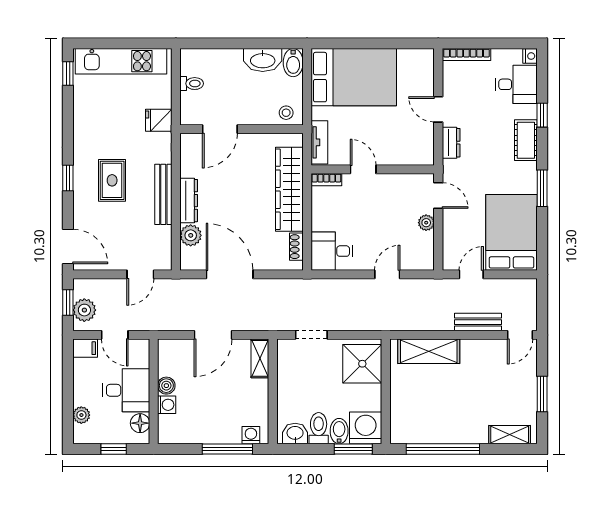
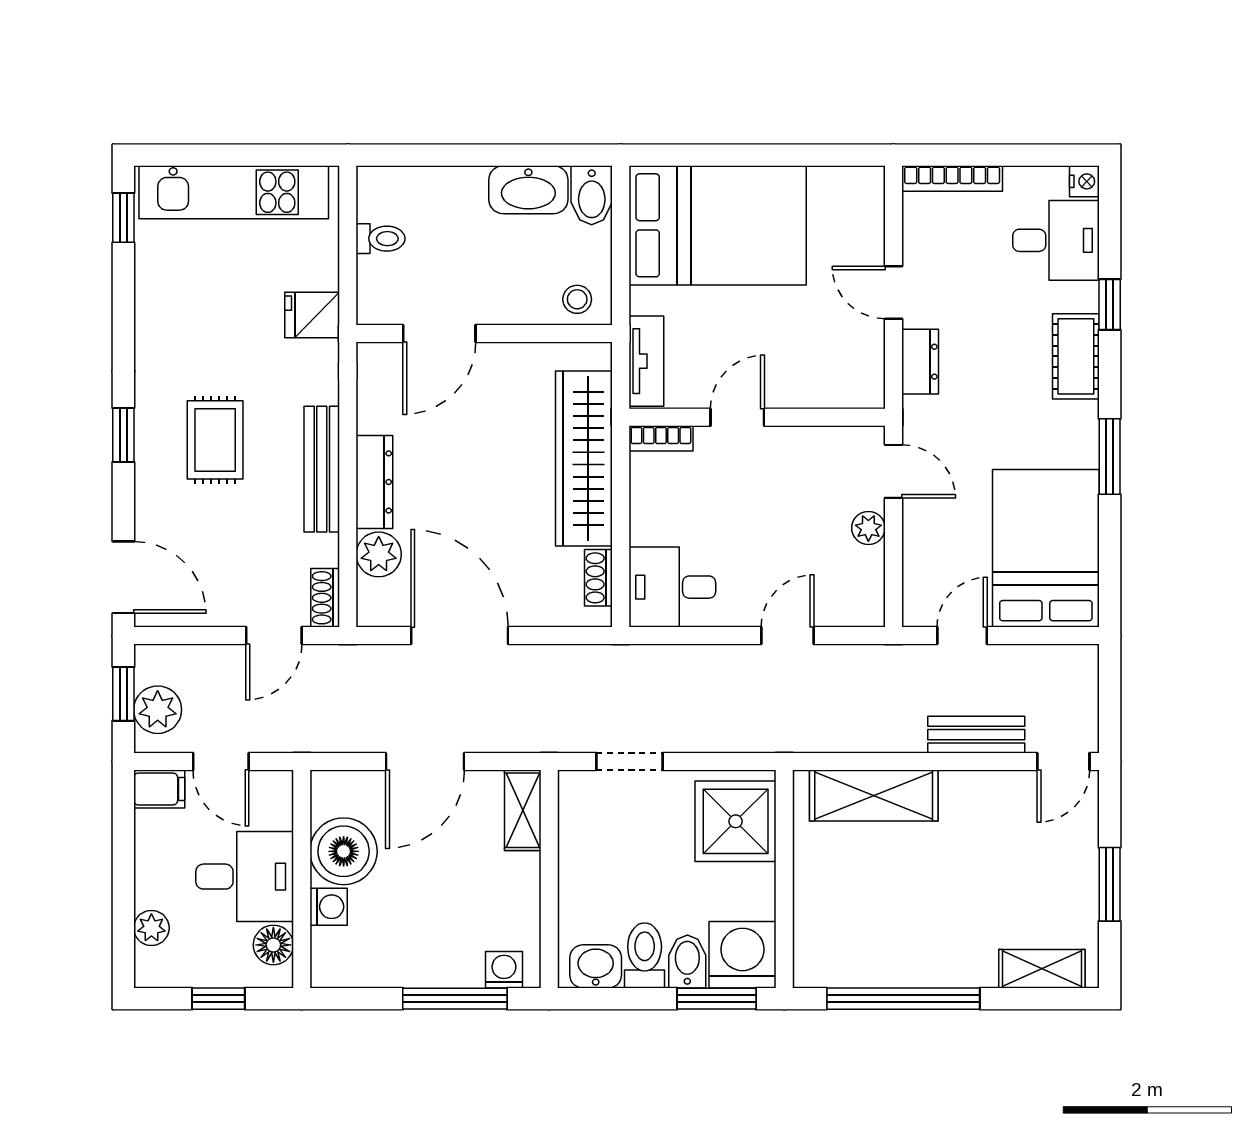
door: (363, 169) -> (737, 417), hinge flipped
shoe rack: (165, 256) -> (325, 598), added
boiler: (166, 386) -> (344, 851), width x1.86, depth x1.86

